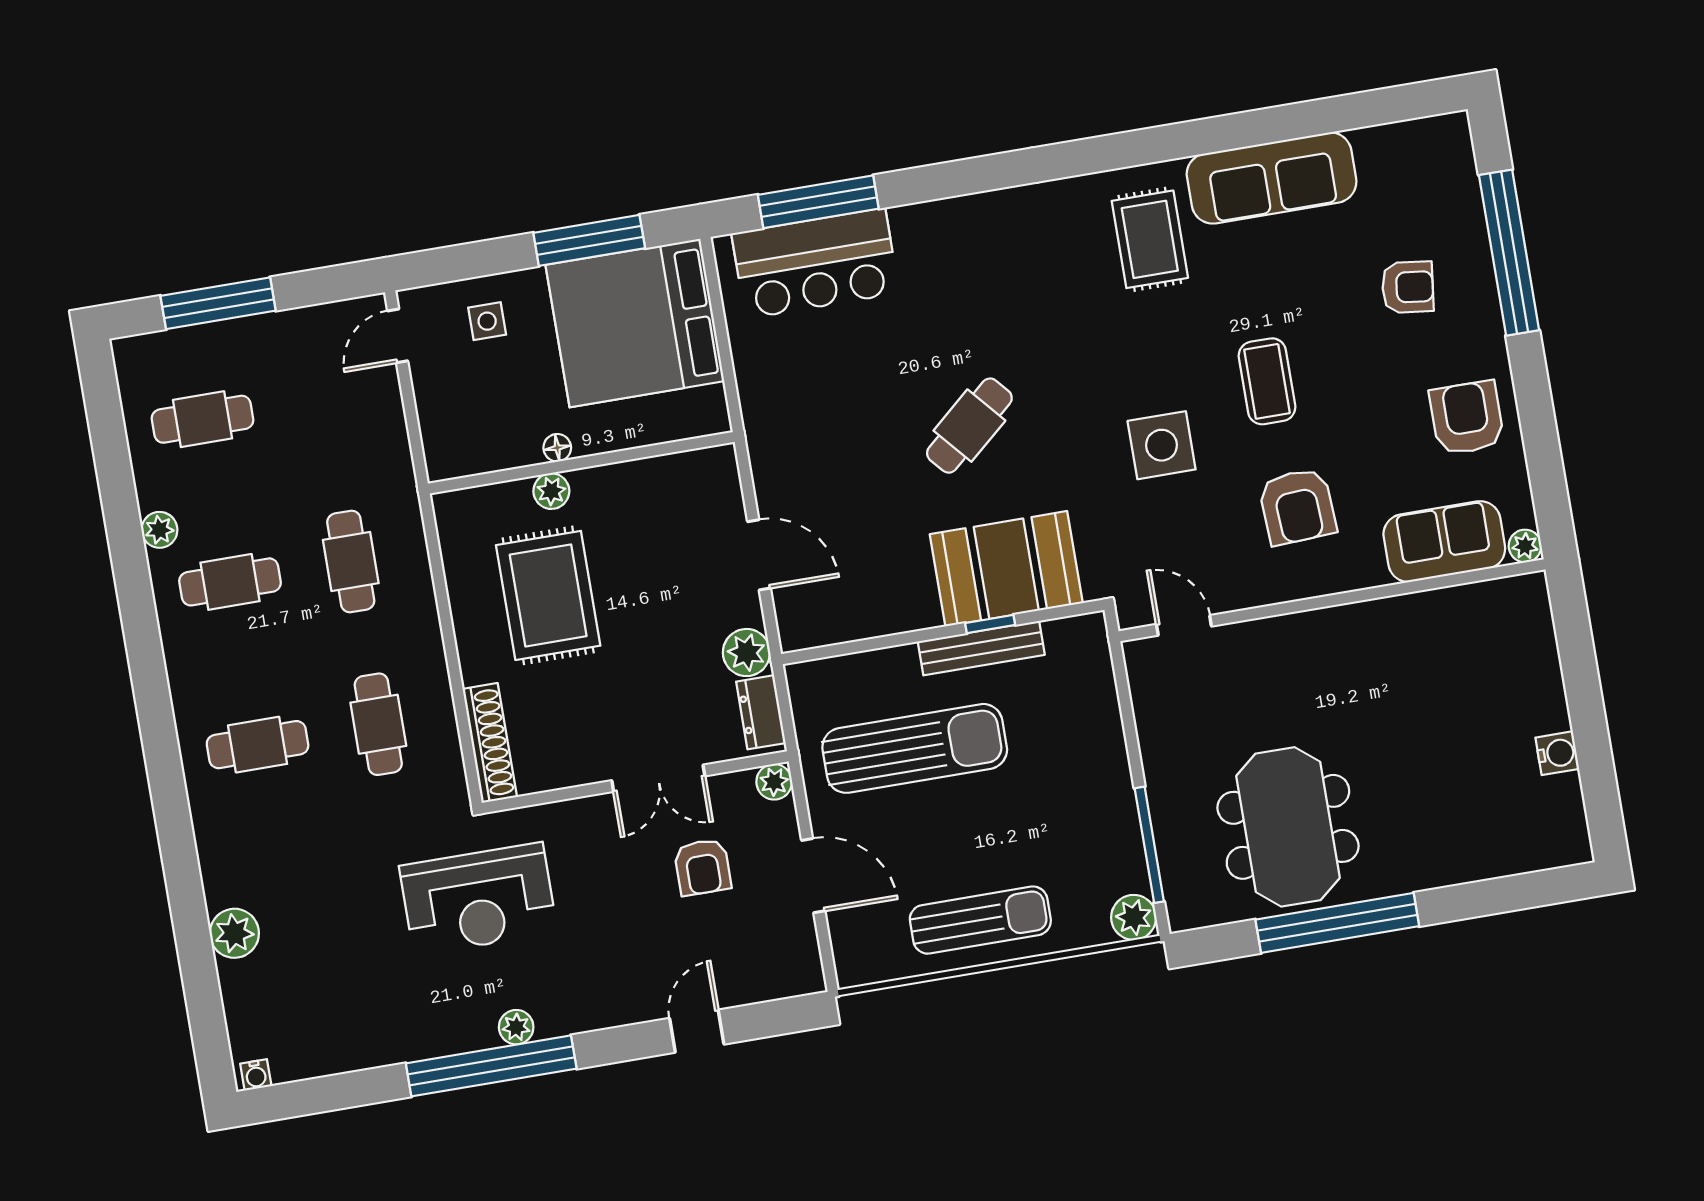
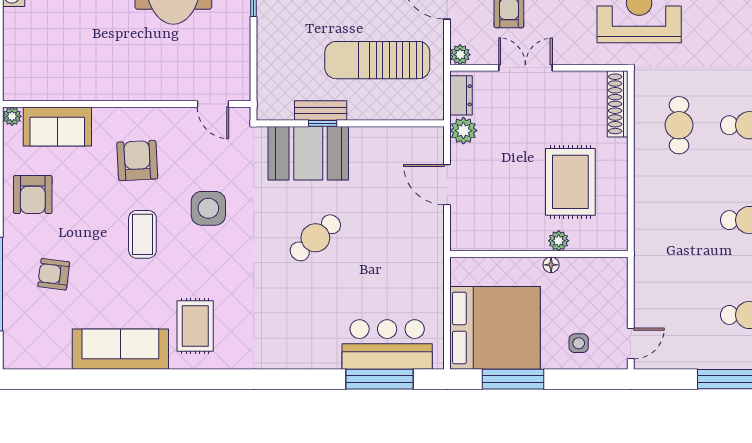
cafe table: (351, 561) -> (679, 220), removed
bench: (981, 648) -> (321, 111), width x0.73

